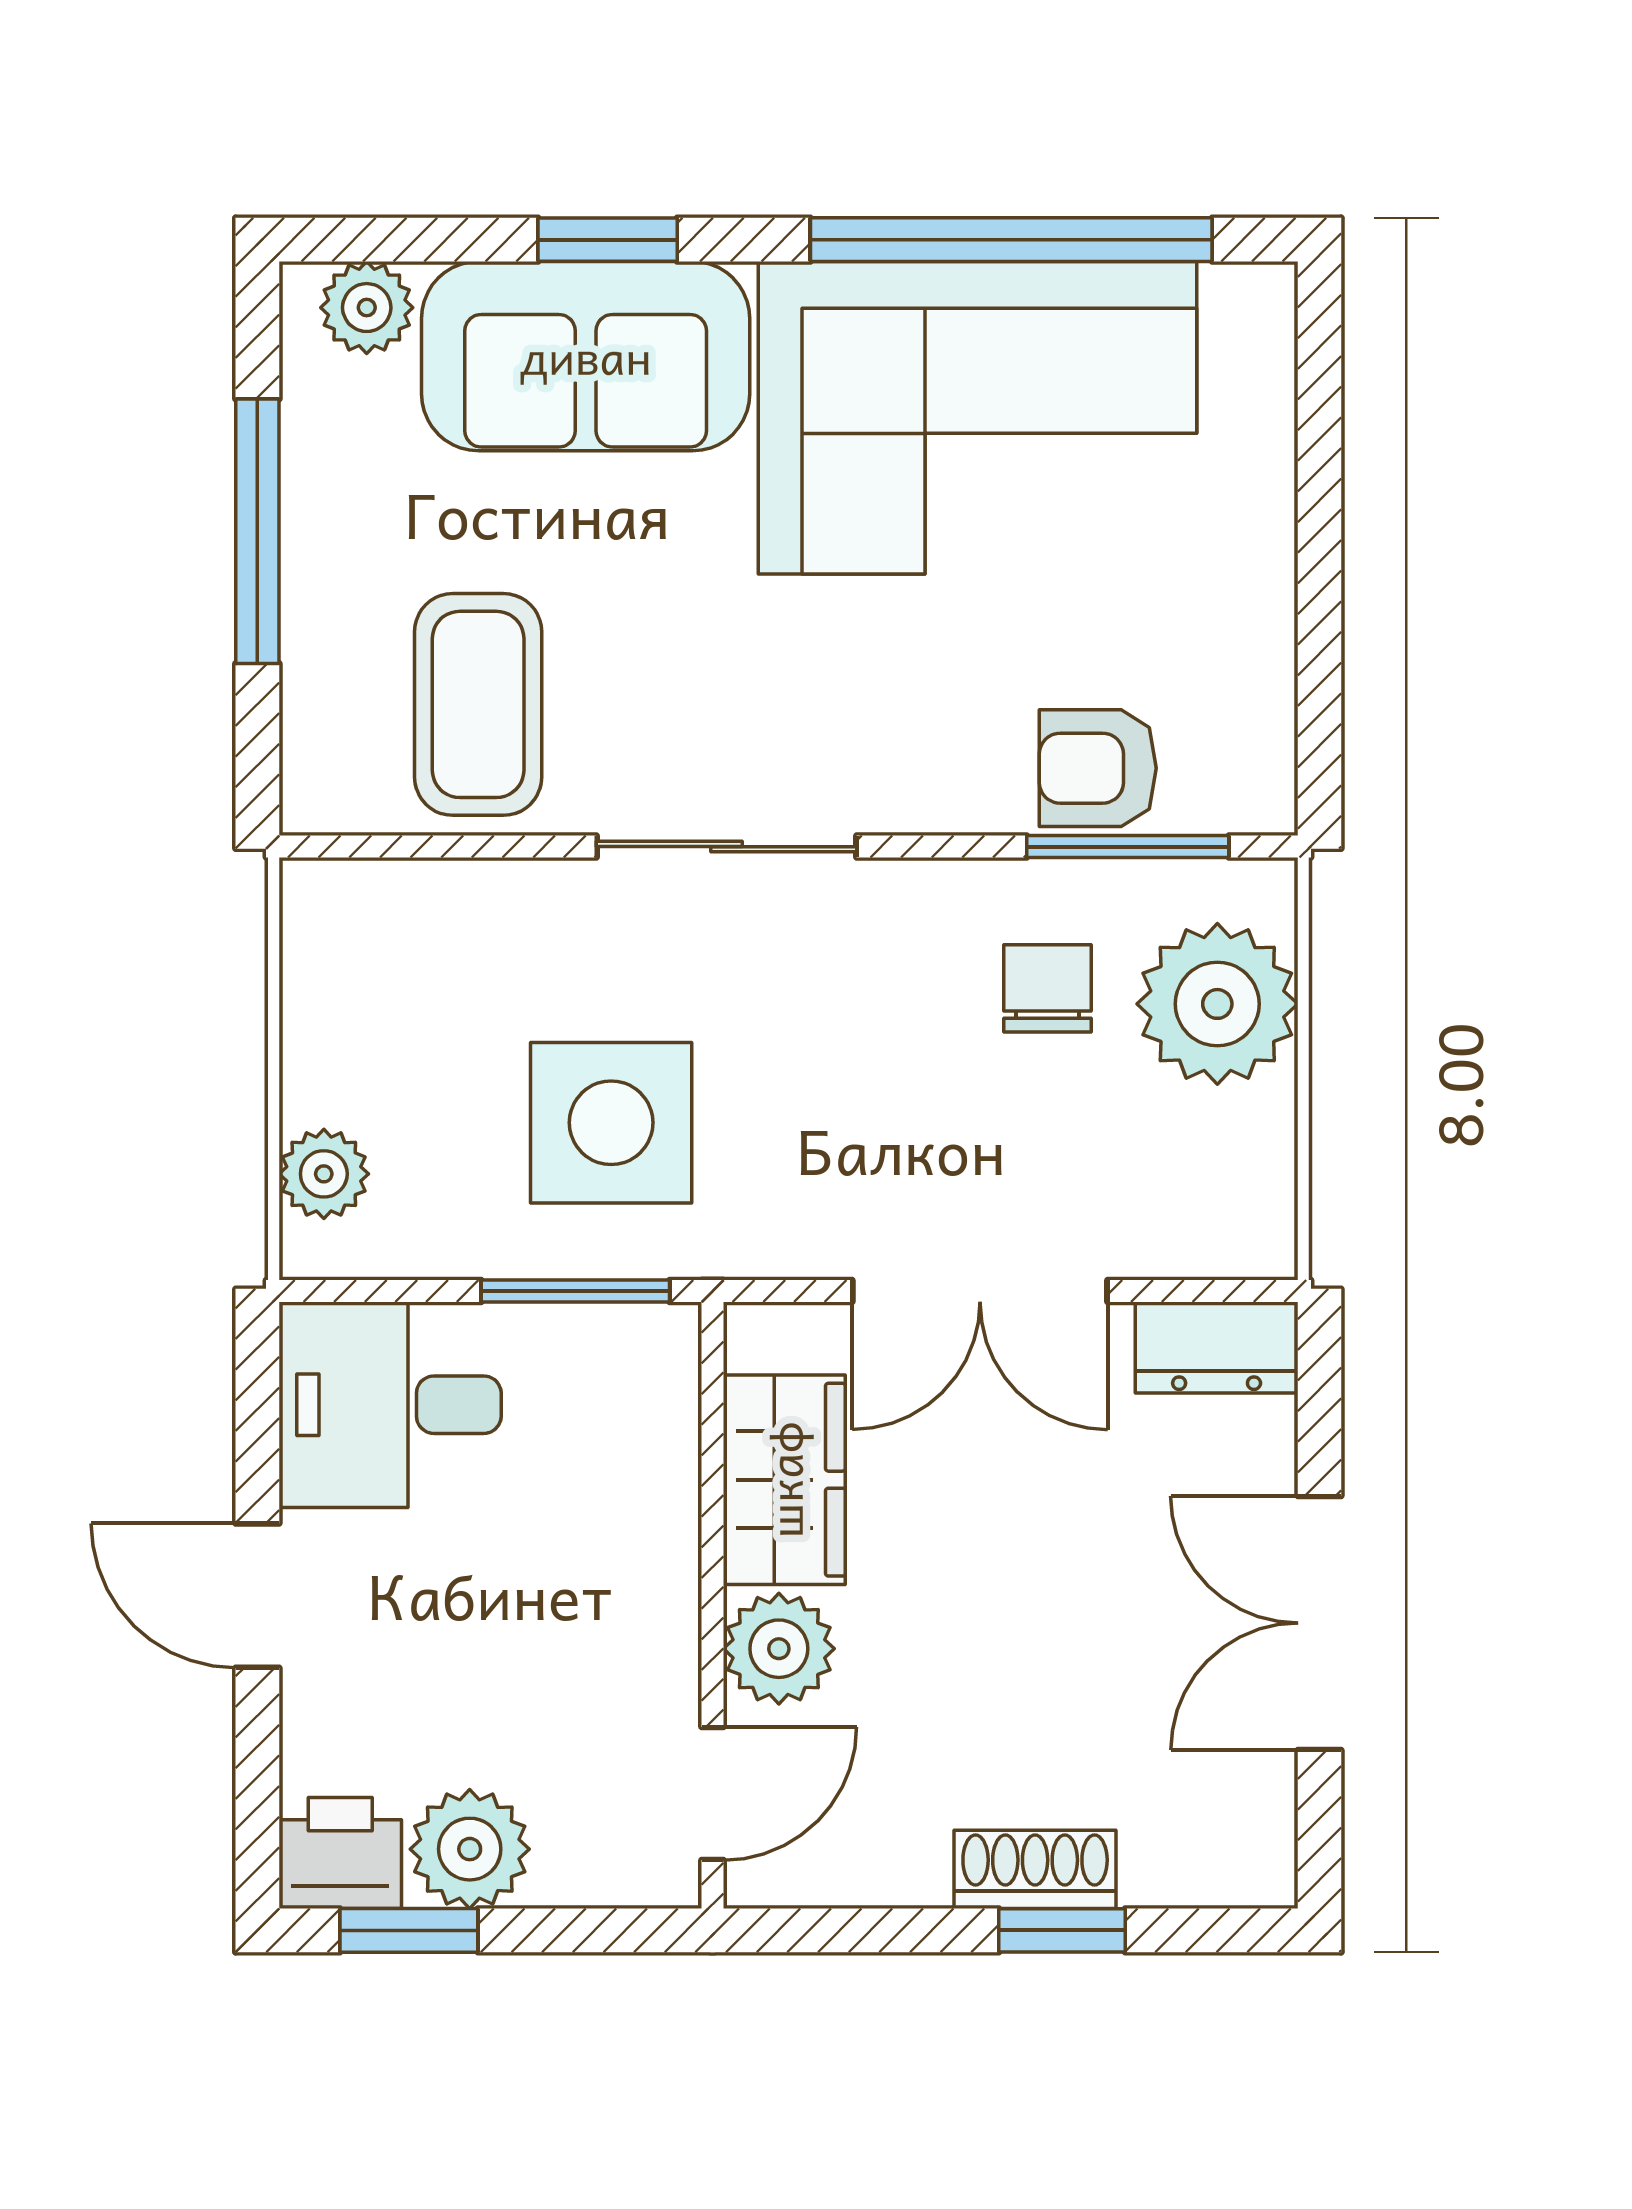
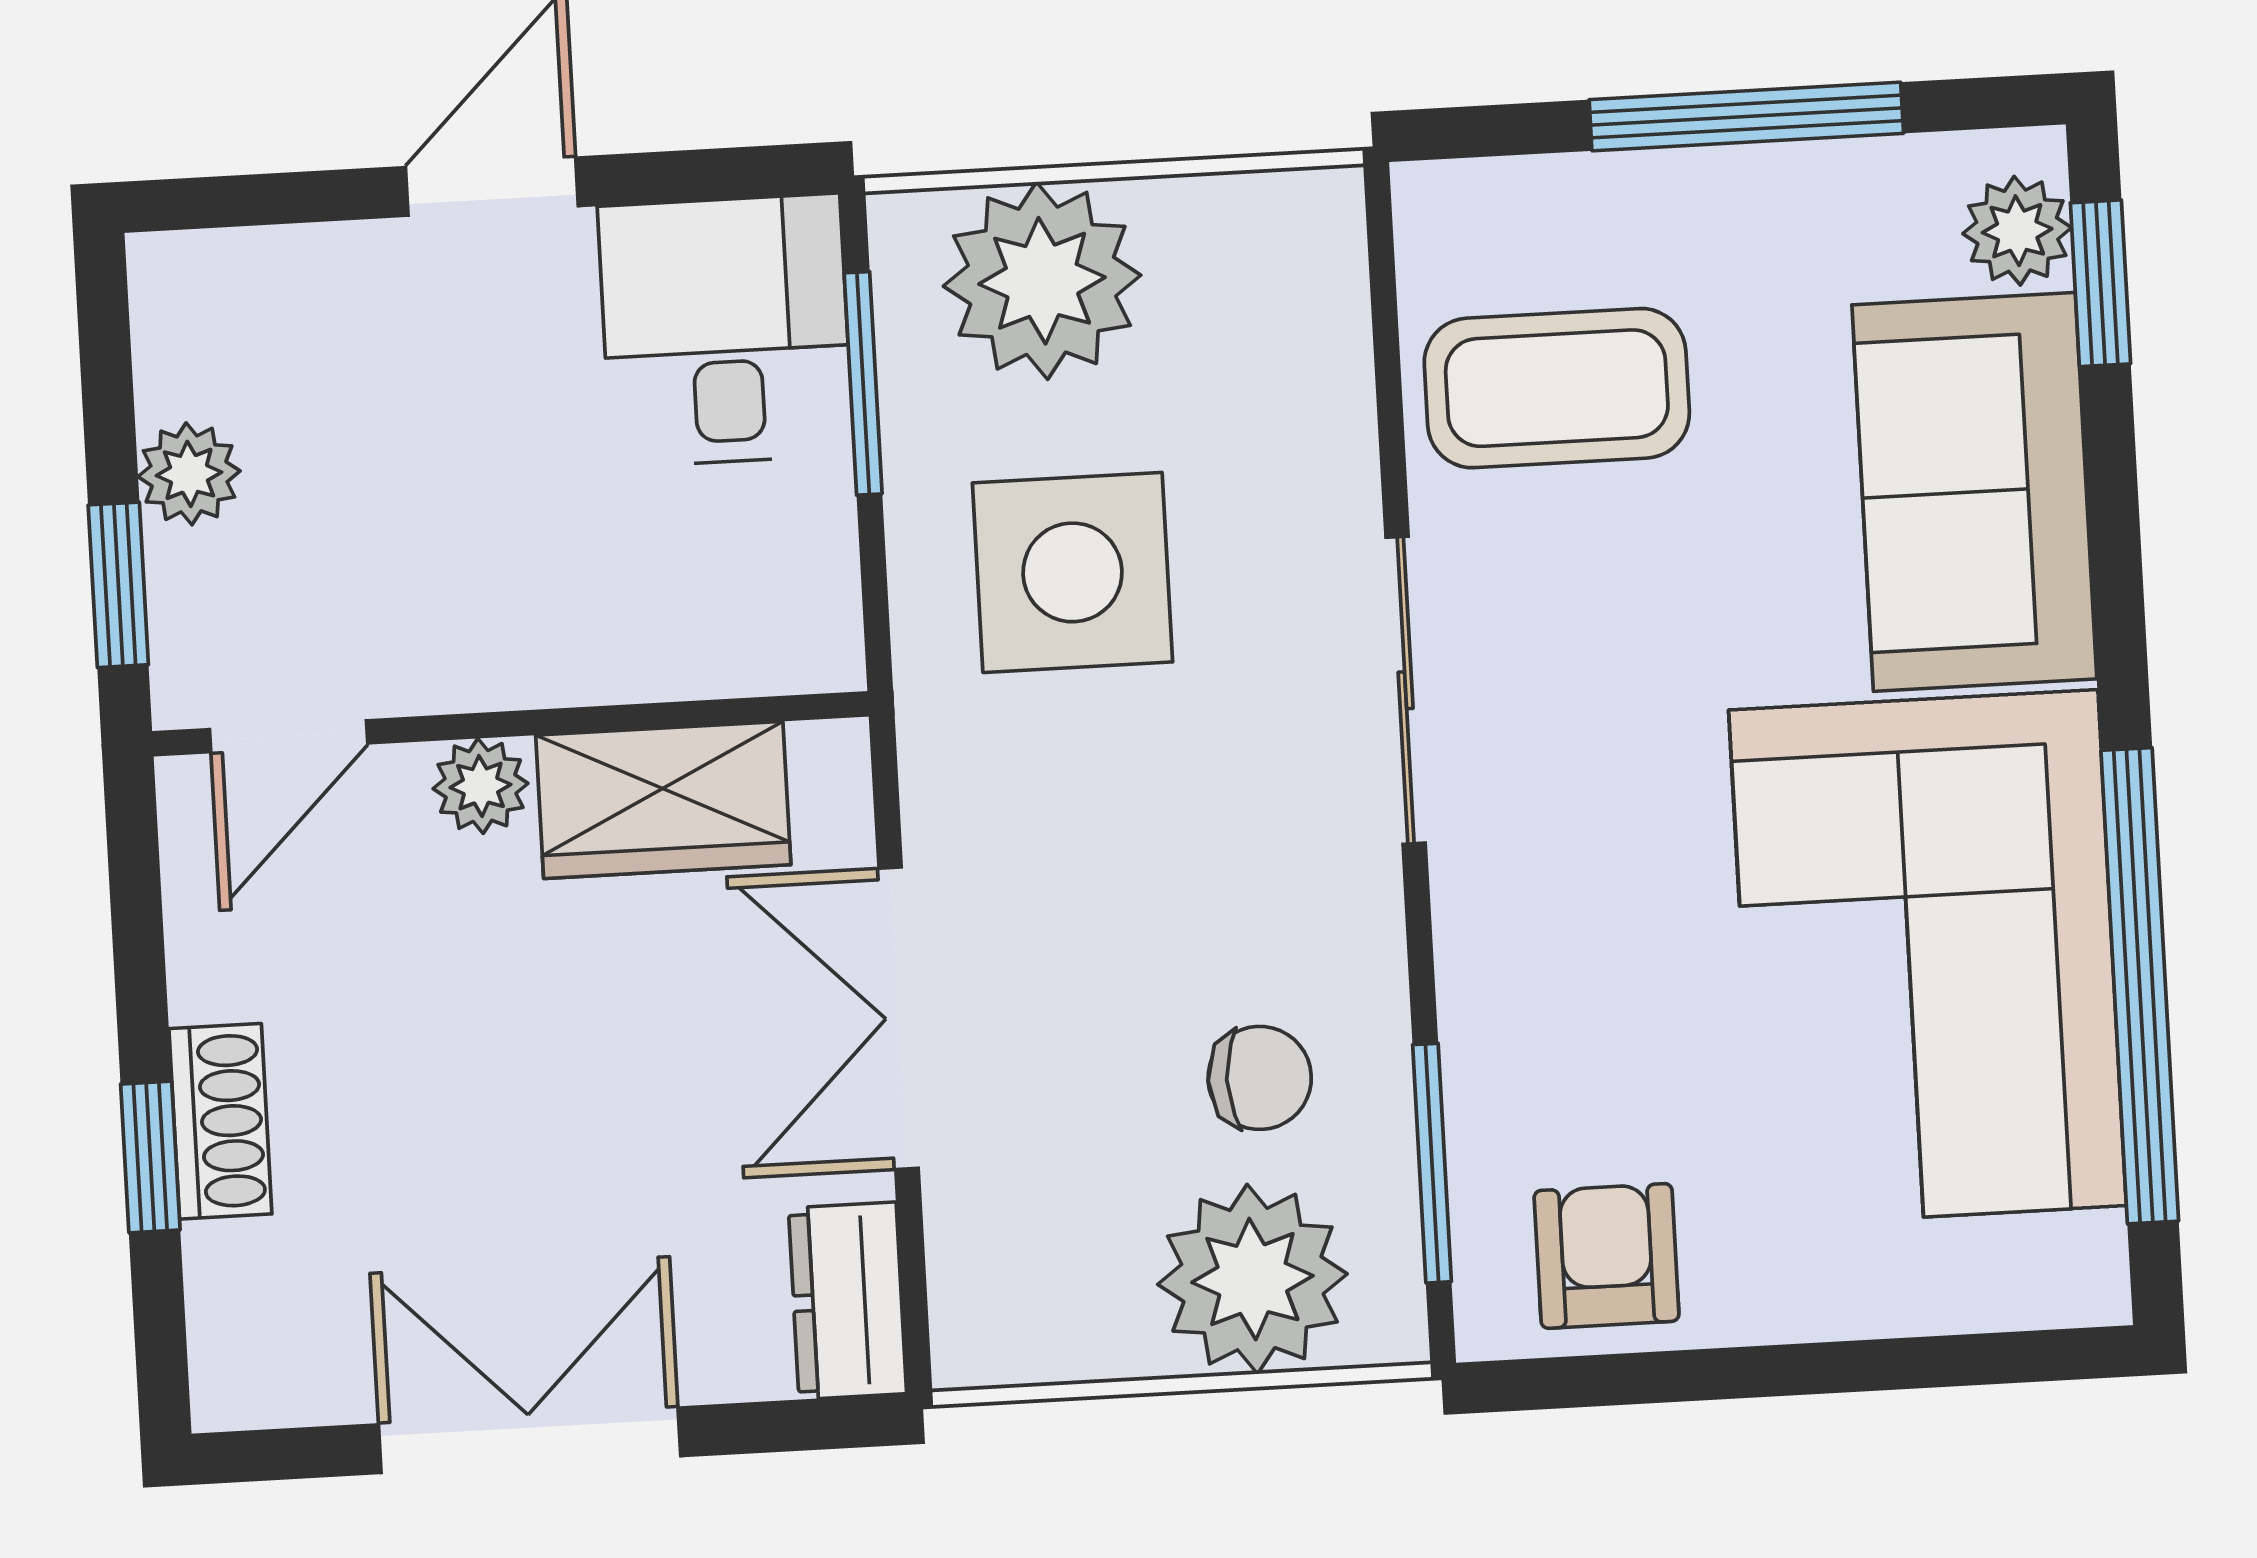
window: (608, 240) -> (2100, 283), moved
armchair: (1098, 768) -> (1607, 1256), moved
plant: (324, 1174) -> (1042, 281), width x1.87, depth x1.87
window: (575, 1291) -> (863, 383), moved
plant: (779, 1649) -> (481, 786), width x0.73, depth x0.73
door: (713, 1794) -> (289, 736), hinge flipped
plant: (470, 1849) -> (189, 474), width x0.73, depth x0.73
printer: (340, 1853) -> (194, 301), removed
window: (409, 1930) -> (118, 585), moved

